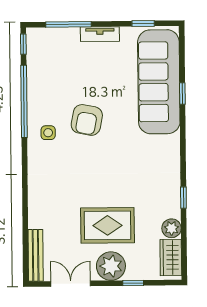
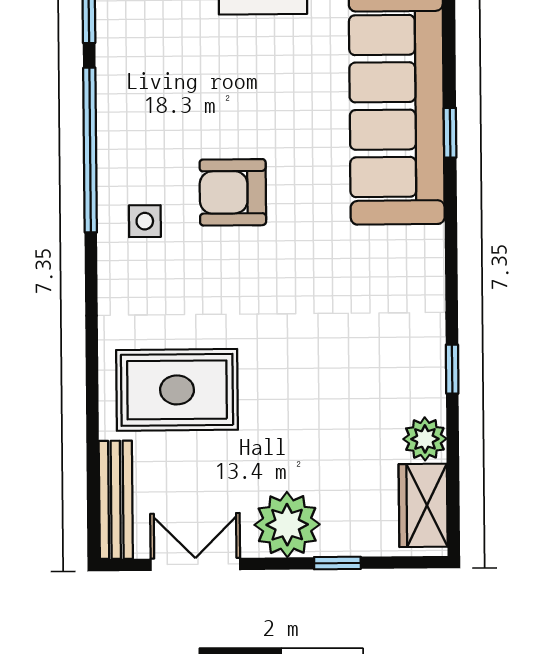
armchair: (87, 120) -> (233, 192), turned 79
rug: (108, 225) -> (177, 390), moved

